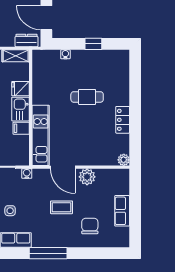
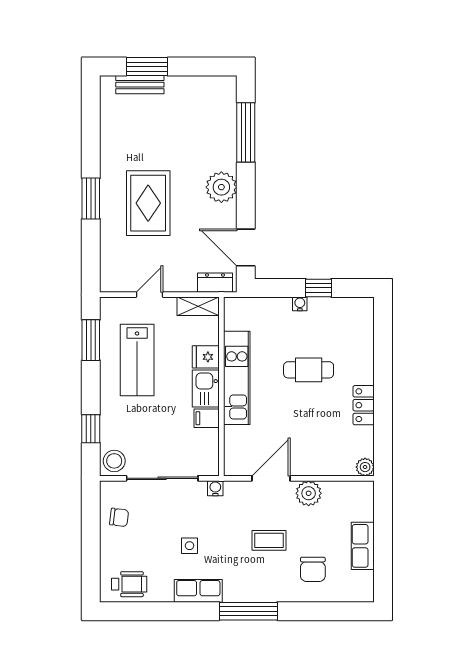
water cooler: (65, 54) -> (300, 304), moved
kitchen unit: (41, 135) -> (237, 378), moved
door: (63, 167) -> (271, 478), swing flipped
chair: (90, 226) -> (313, 569), turned 180

